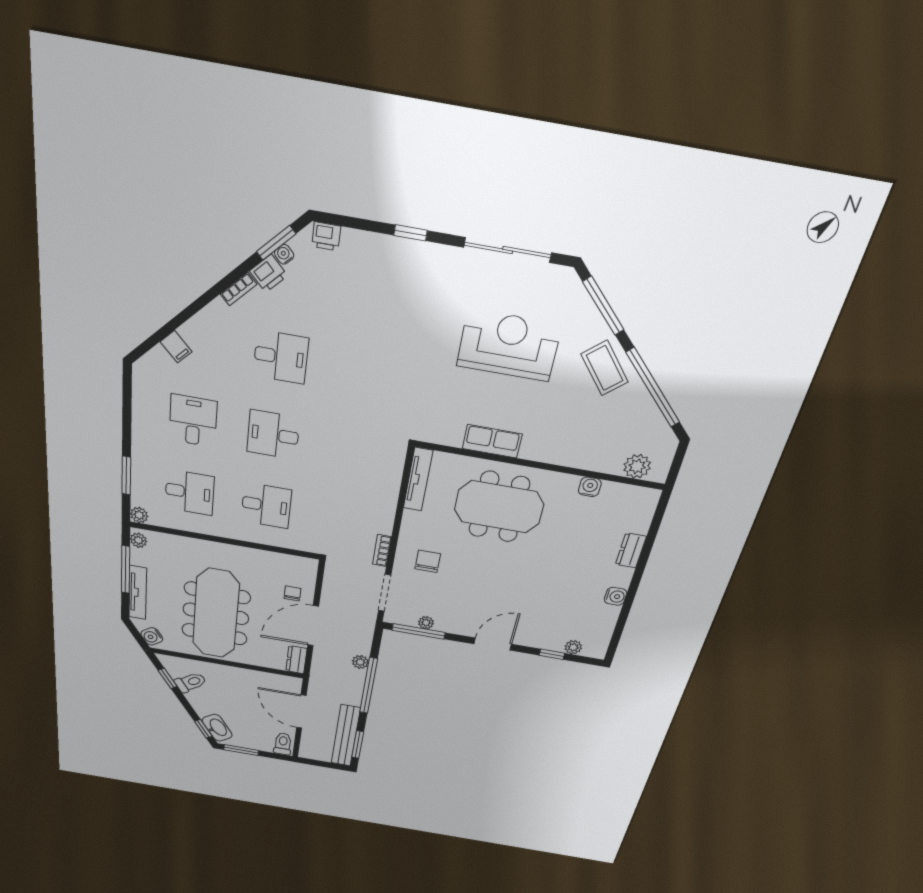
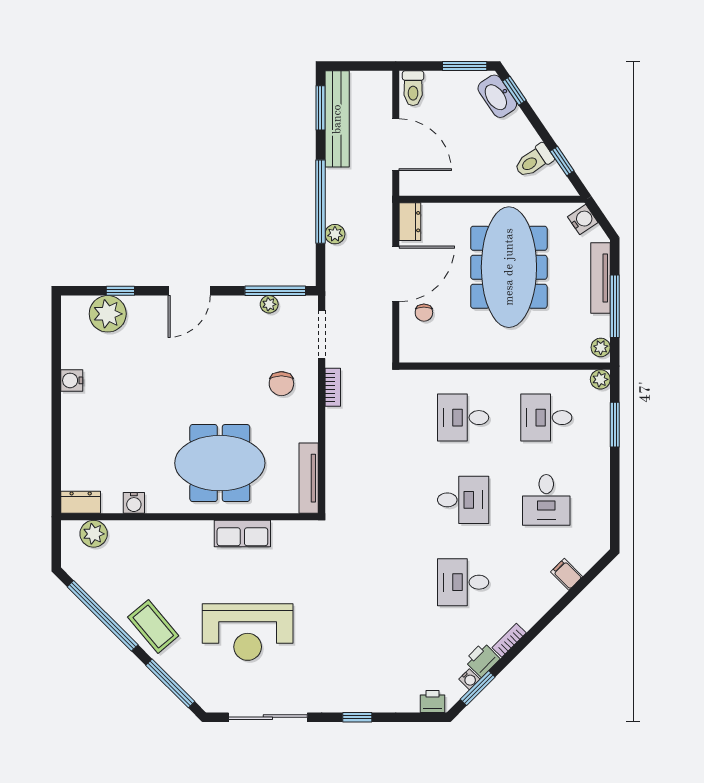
dresser: (631, 550) -> (81, 502), moved, turned -90
plant: (573, 647) -> (108, 314), width x1.87, depth x1.87

